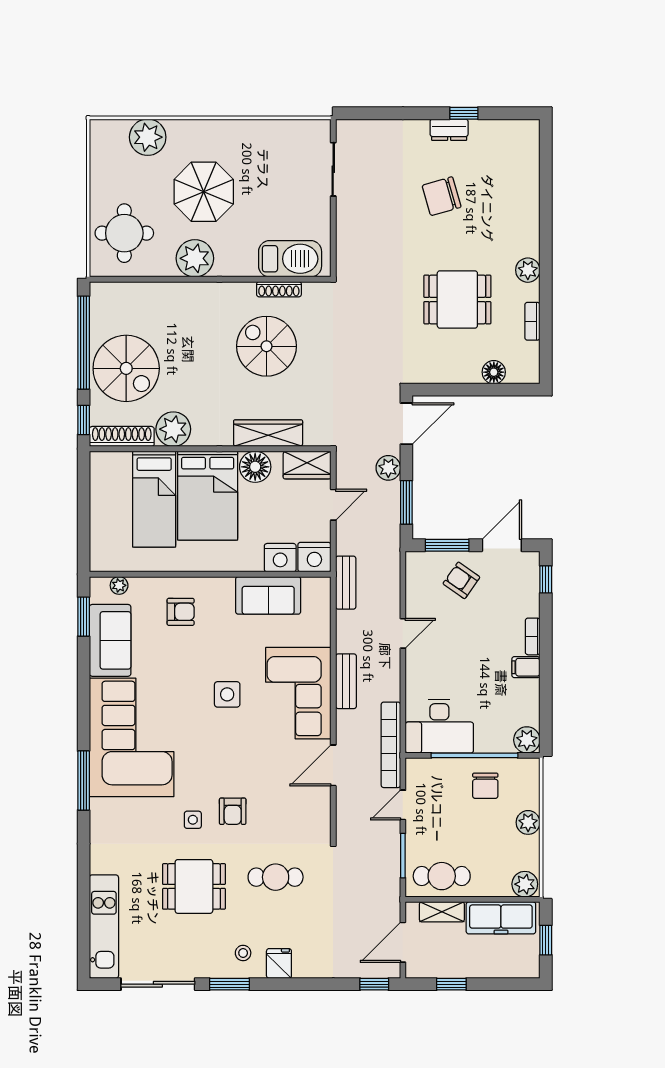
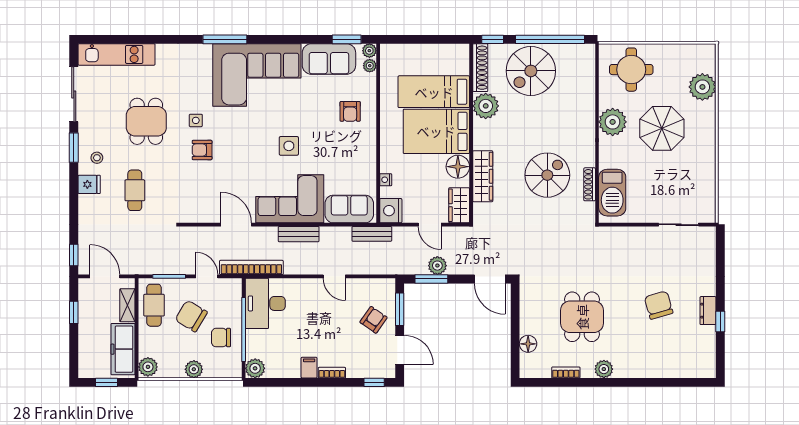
plant: (388, 468) -> (437, 266), moved
nightstand: (280, 558) -> (386, 180), width x0.53, depth x0.56
plant: (99, 586) -> (369, 51), added
sofa: (268, 595) -> (349, 209), moved, turned 90
chair: (456, 826) -> (191, 316), added
cafe table: (276, 877) -> (135, 190), moved

